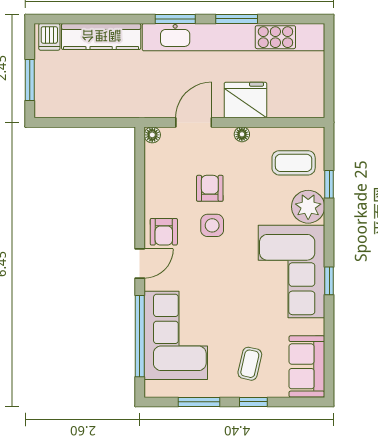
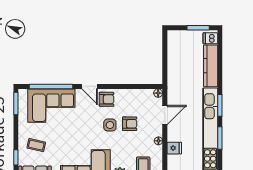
window: (30, 80) -> (198, 28), moved
fridge: (245, 100) -> (174, 148), width x0.53, depth x0.75
door: (194, 122) -> (165, 115), hinge flipped
armchair: (164, 232) -> (107, 99), turned 180
window: (199, 402) -> (16, 104), moved
window: (253, 402) -> (16, 157), moved

